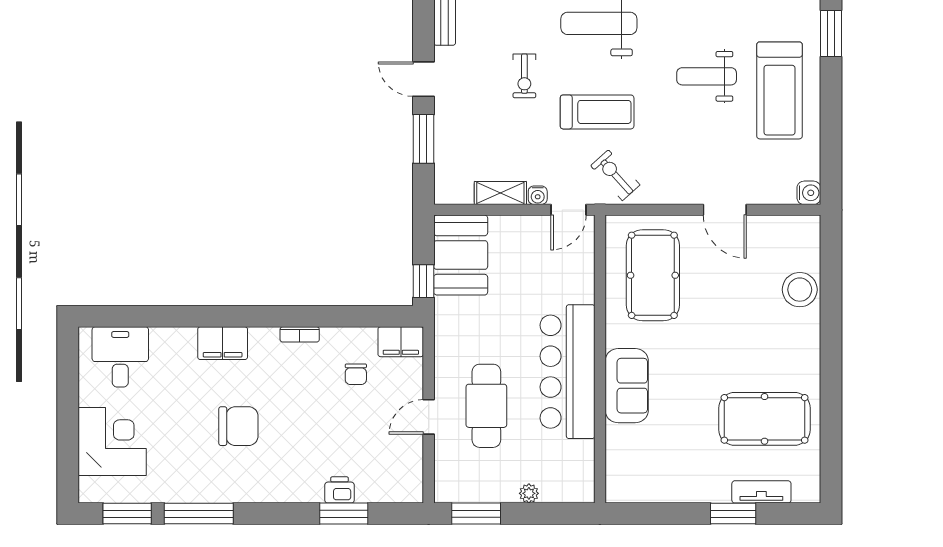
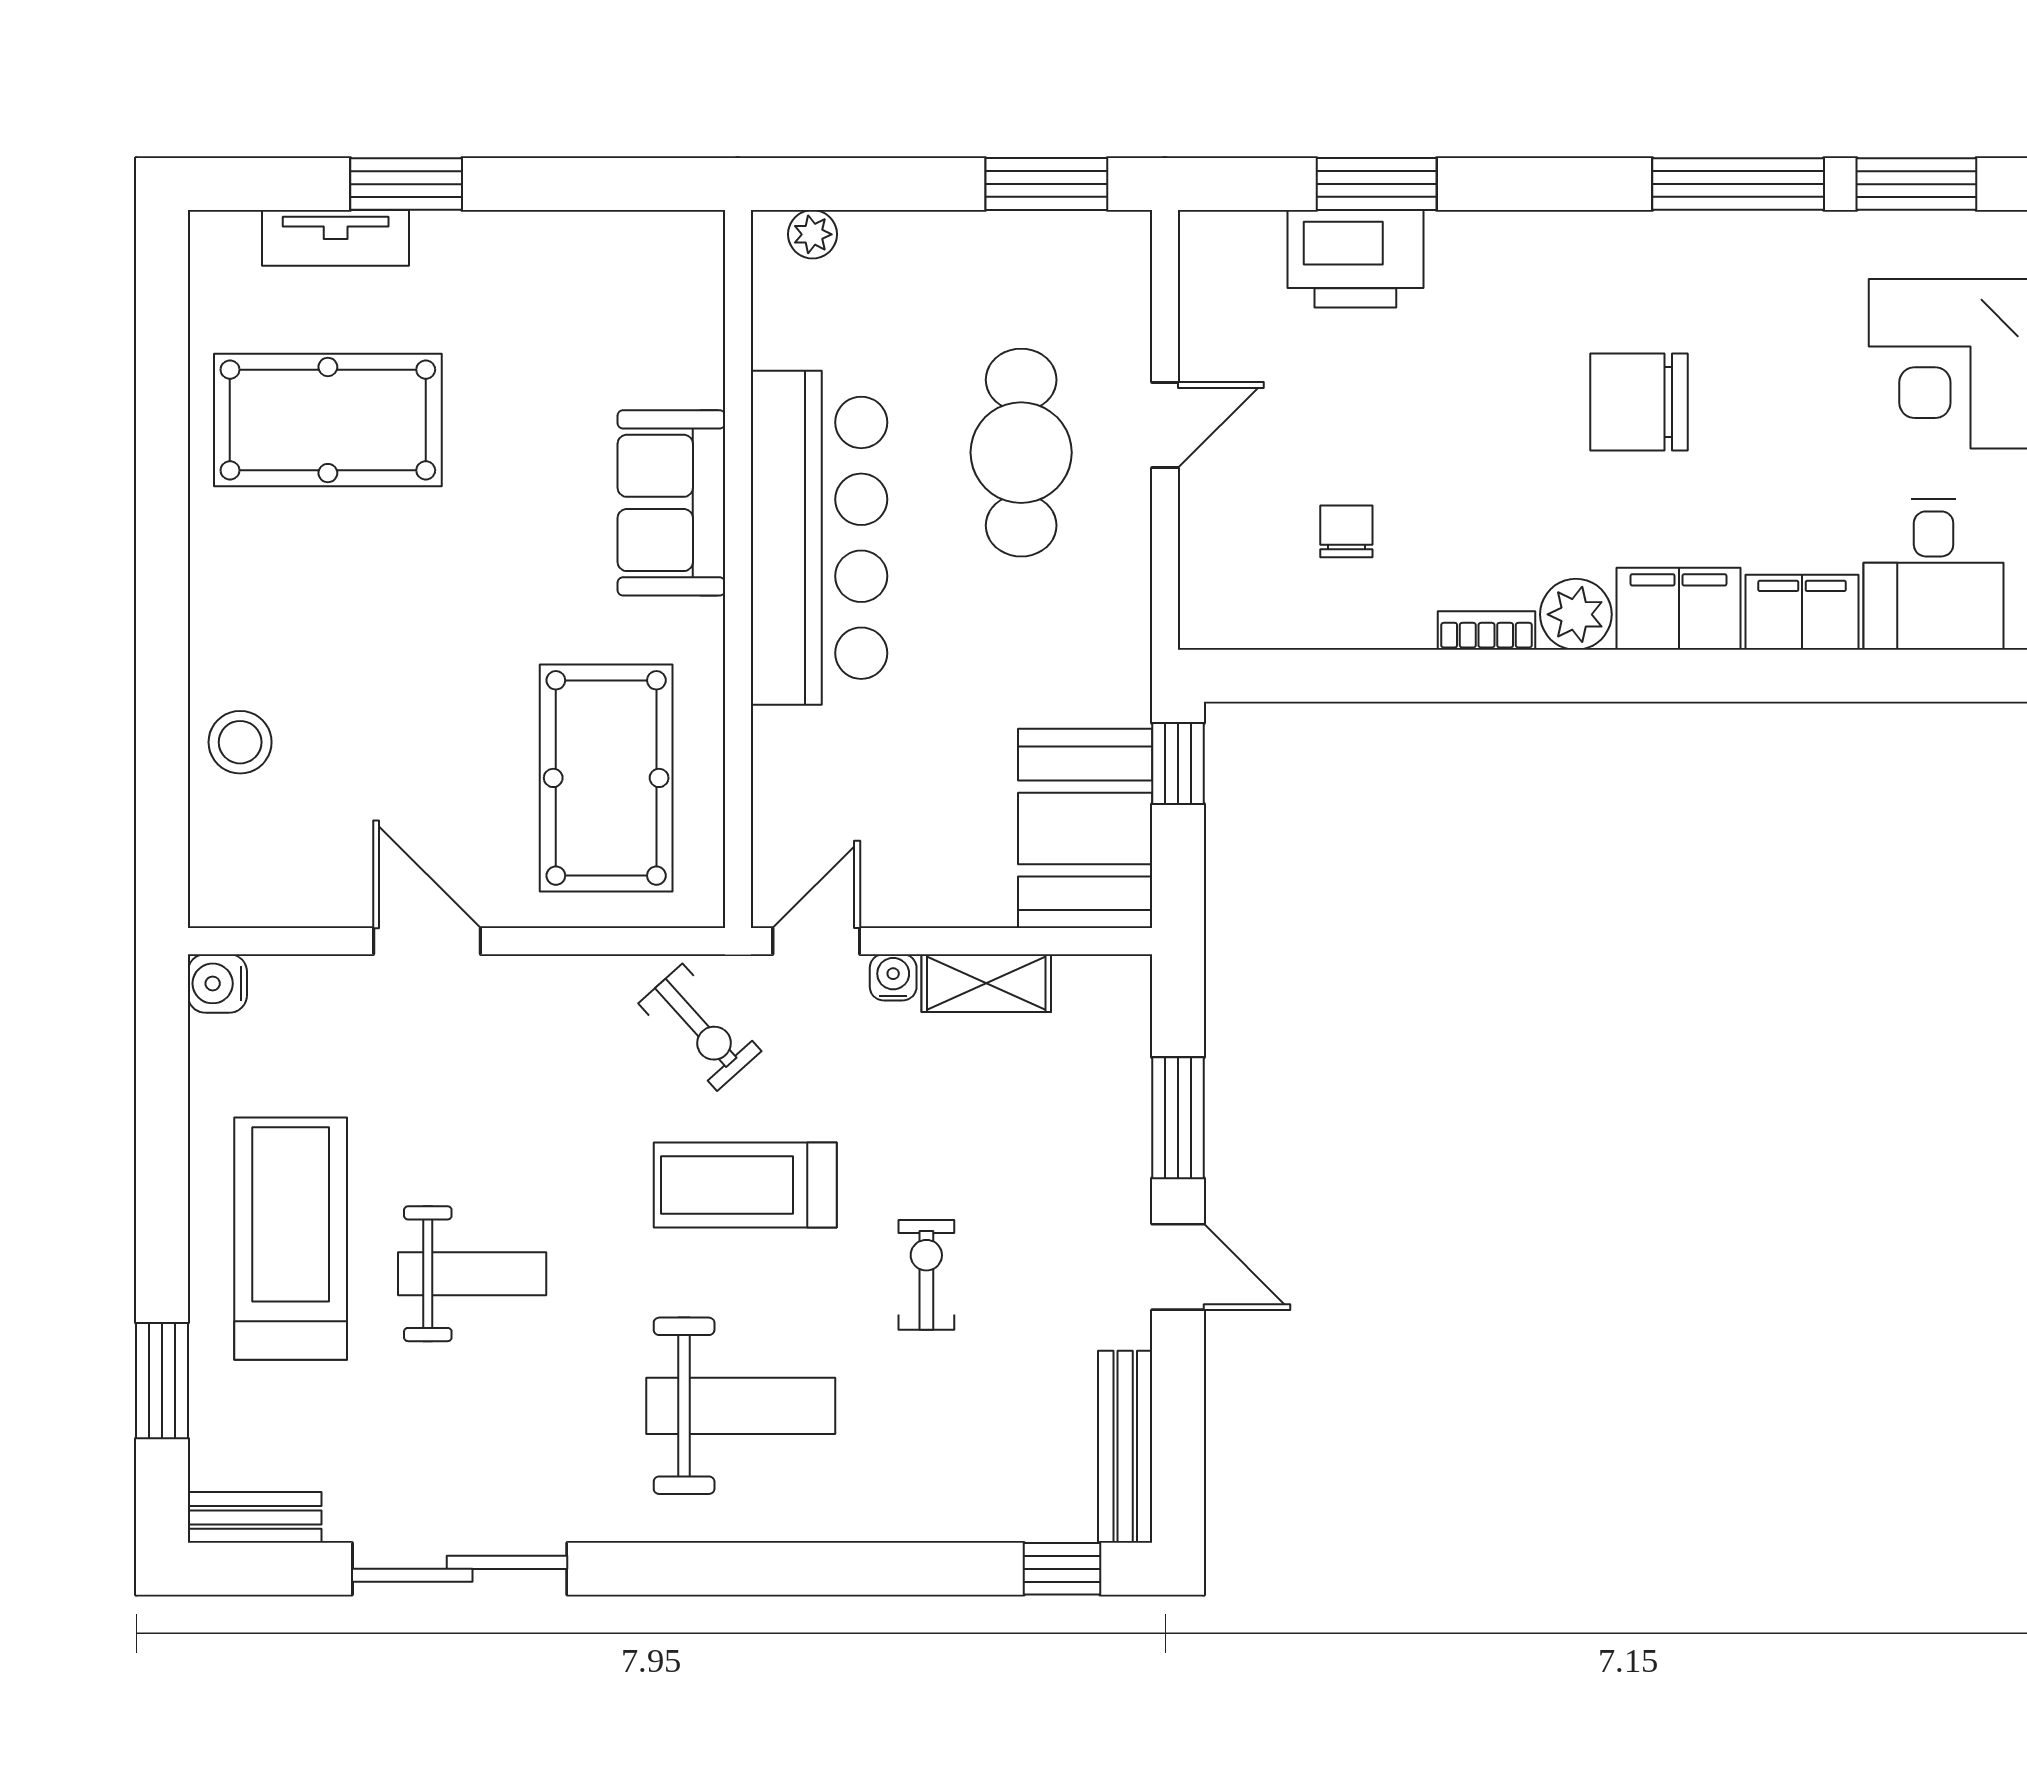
stool: (800, 290) -> (240, 742), width x0.73, depth x0.73
plant: (264, 341) -> (1576, 614), added
filing cabinet: (401, 342) -> (1802, 612), moved
printer: (340, 490) -> (1355, 259), width x1.87, depth x1.48
plant: (529, 493) -> (812, 234), moved

